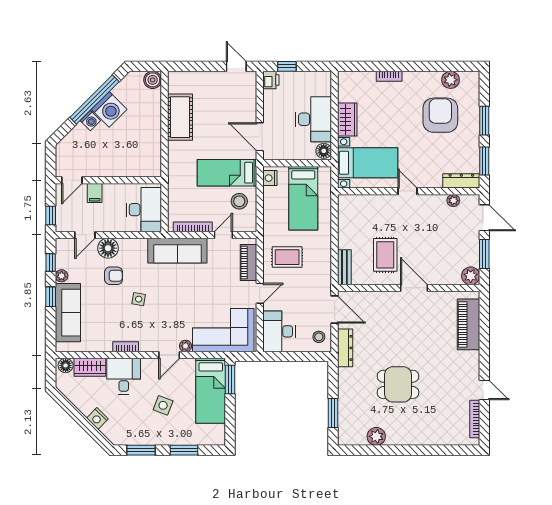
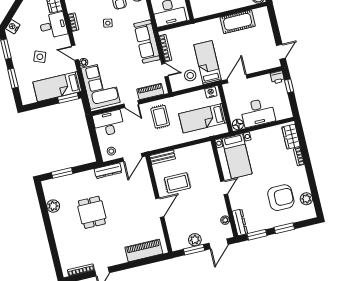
wardrobe: (347, 120) -> (291, 137), moved, turned 90
plant: (471, 276) -> (195, 240), moved
nightstand: (97, 419) -> (13, 27), moved

